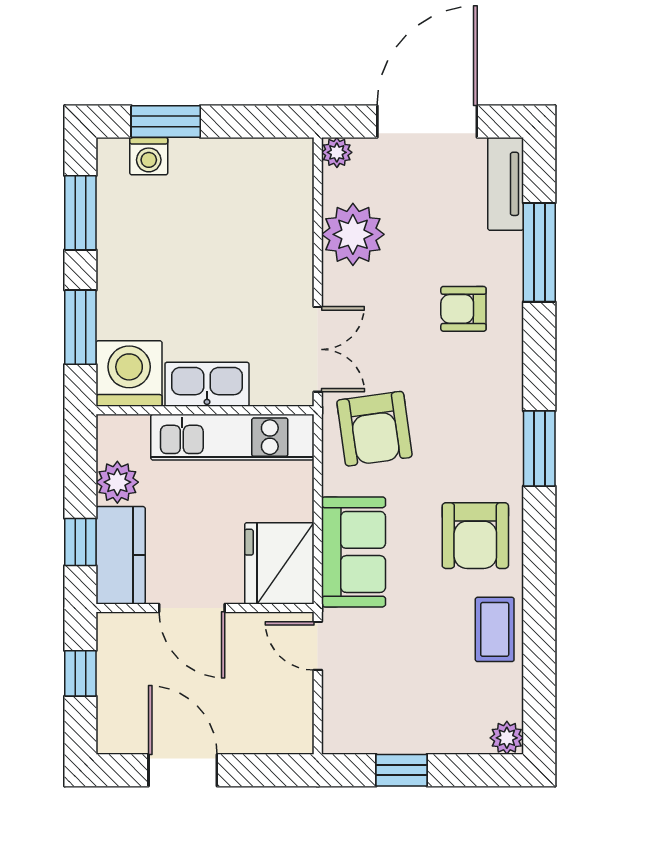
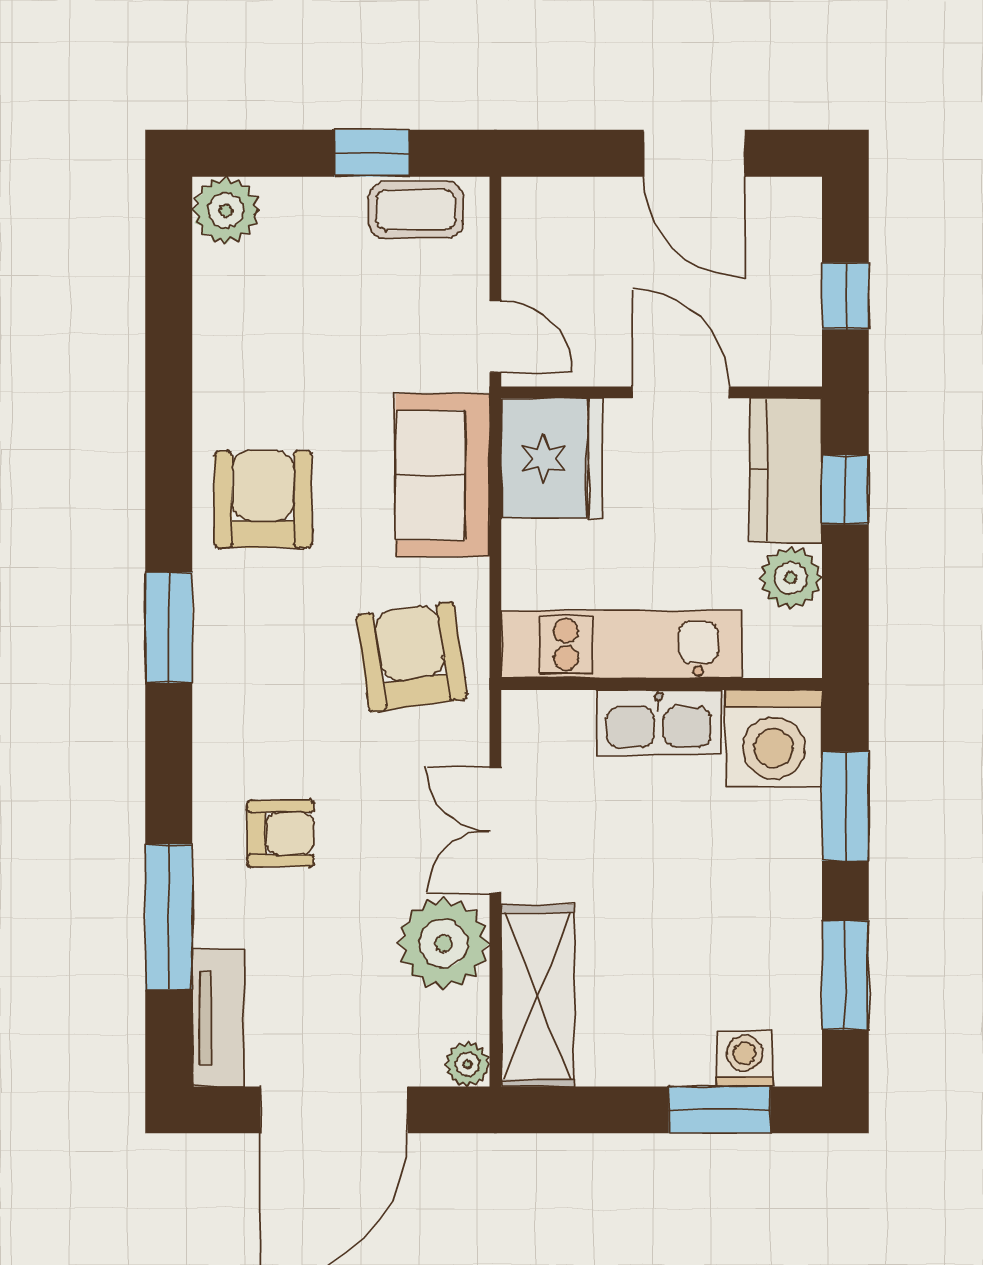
shelving: (289, 199) -> (538, 996), added
double door: (318, 349) -> (495, 830), moved
coffee table: (495, 629) -> (416, 210), moved, turned 90
plant: (507, 738) -> (226, 210), width x1.38, depth x1.38

